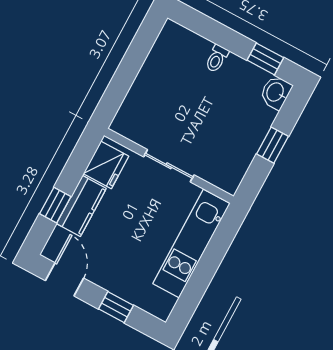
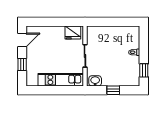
washbasin: (276, 92) -> (95, 81), moved
window: (55, 205) -> (48, 22), removed
kitchen counter: (81, 206) -> (53, 32), removed

